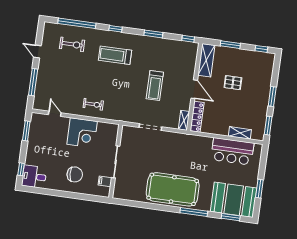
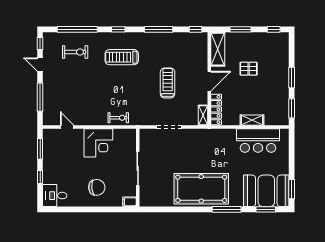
window: (40, 32) -> (40, 44), added
window: (153, 34) -> (159, 29), width x1.44
treadmill: (155, 85) -> (168, 83), turned 180
door: (194, 89) -> (209, 81), hinge flipped
exercise bike: (93, 104) -> (118, 118), moved
shelving: (240, 133) -> (252, 120), moved
window: (21, 169) -> (40, 177), moved
filing cabinet: (105, 181) -> (129, 202), moved
window: (259, 189) -> (292, 189), moved

